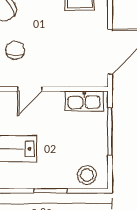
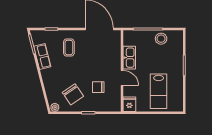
kitchen sink: (84, 101) -> (129, 58), moved
stool: (87, 175) -> (161, 39), moved

